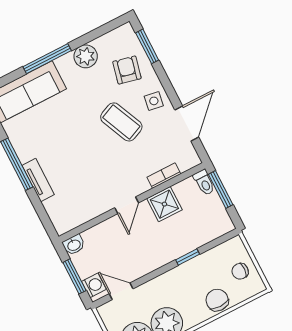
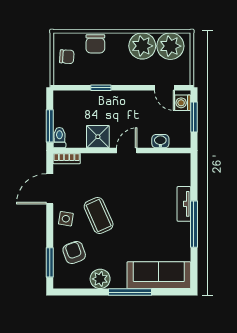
armchair: (127, 70) -> (74, 253), turned 147
bookcase: (164, 176) -> (67, 158), moved
washbasin: (74, 245) -> (160, 141), moved

